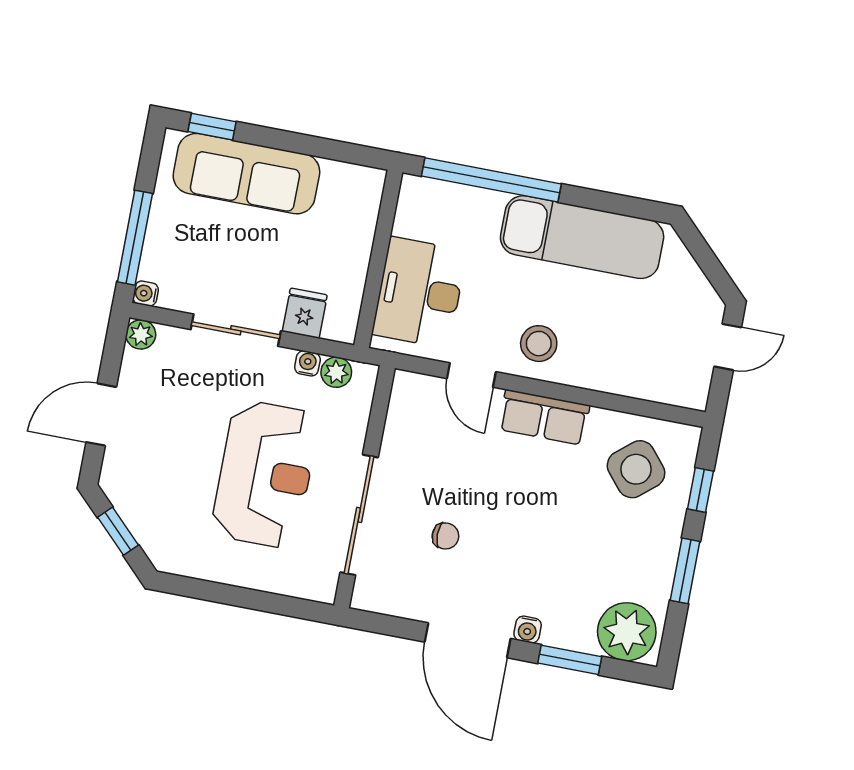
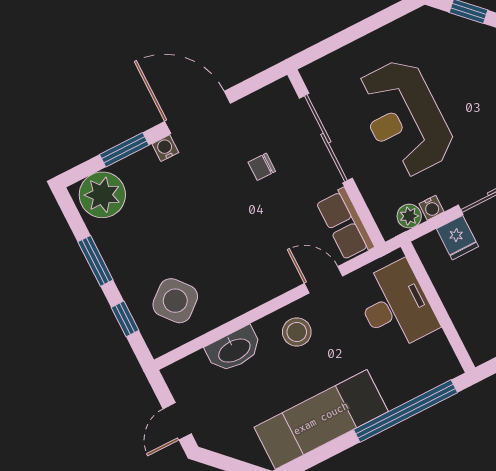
washbasin: (615, 375) -> (234, 350), added
row of seats: (544, 417) -> (345, 224), moved, turned -90

